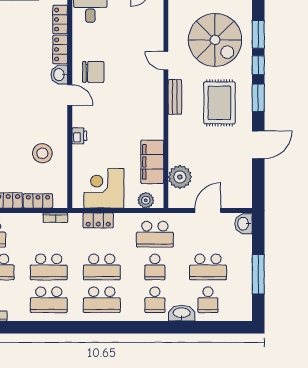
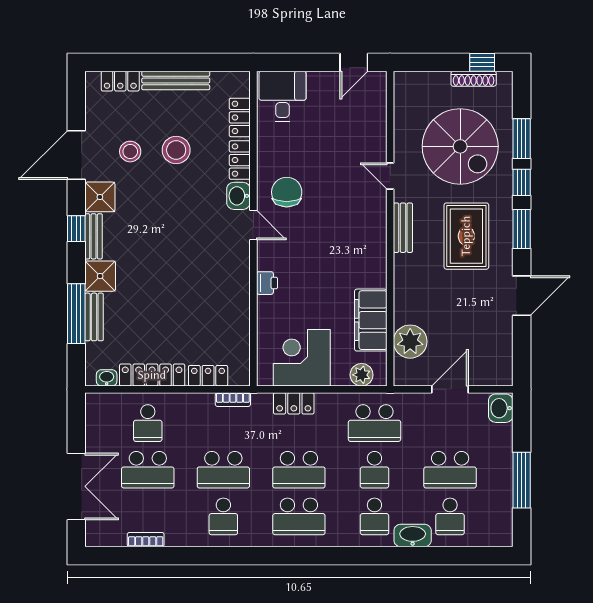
chair: (93, 72) -> (287, 192), turned -90
stool: (42, 153) -> (176, 150), moved
school desk: (49, 300) -> (223, 516), width x0.54

